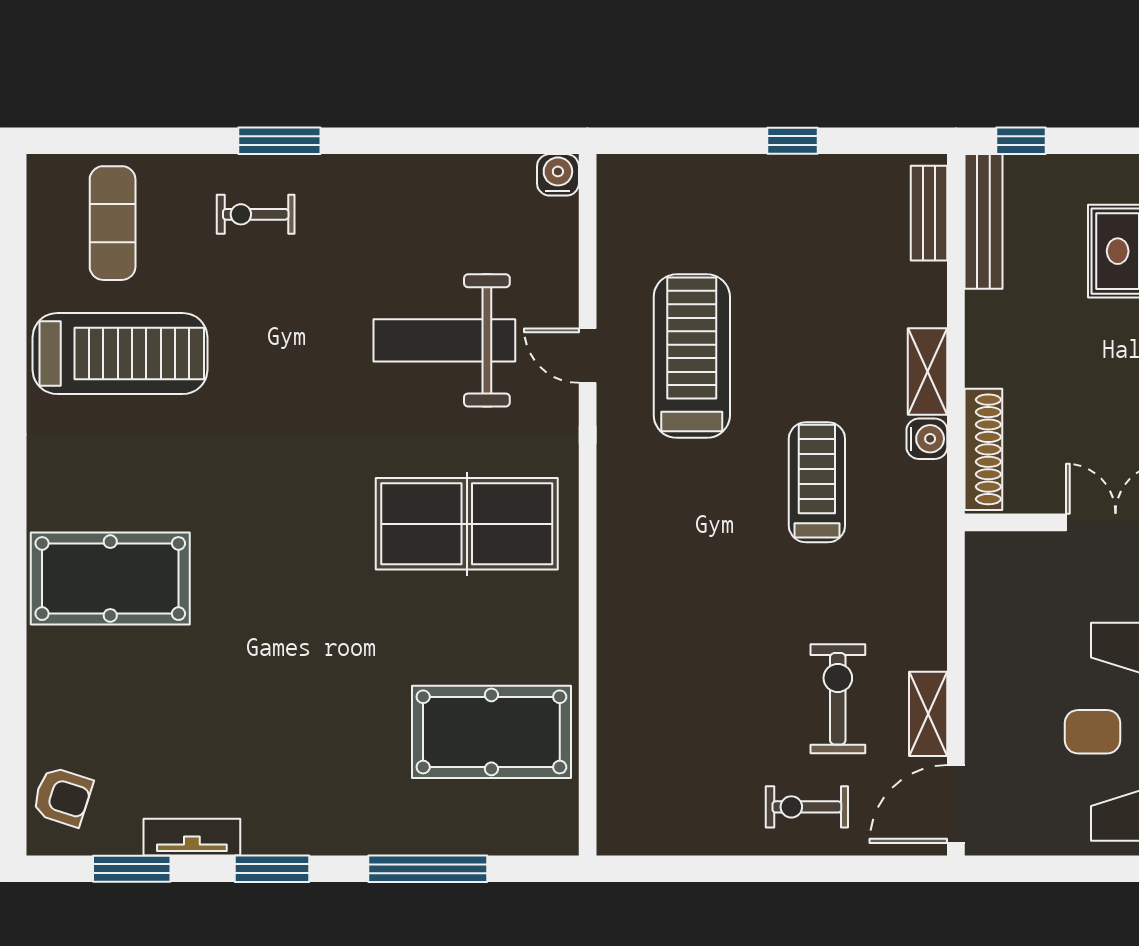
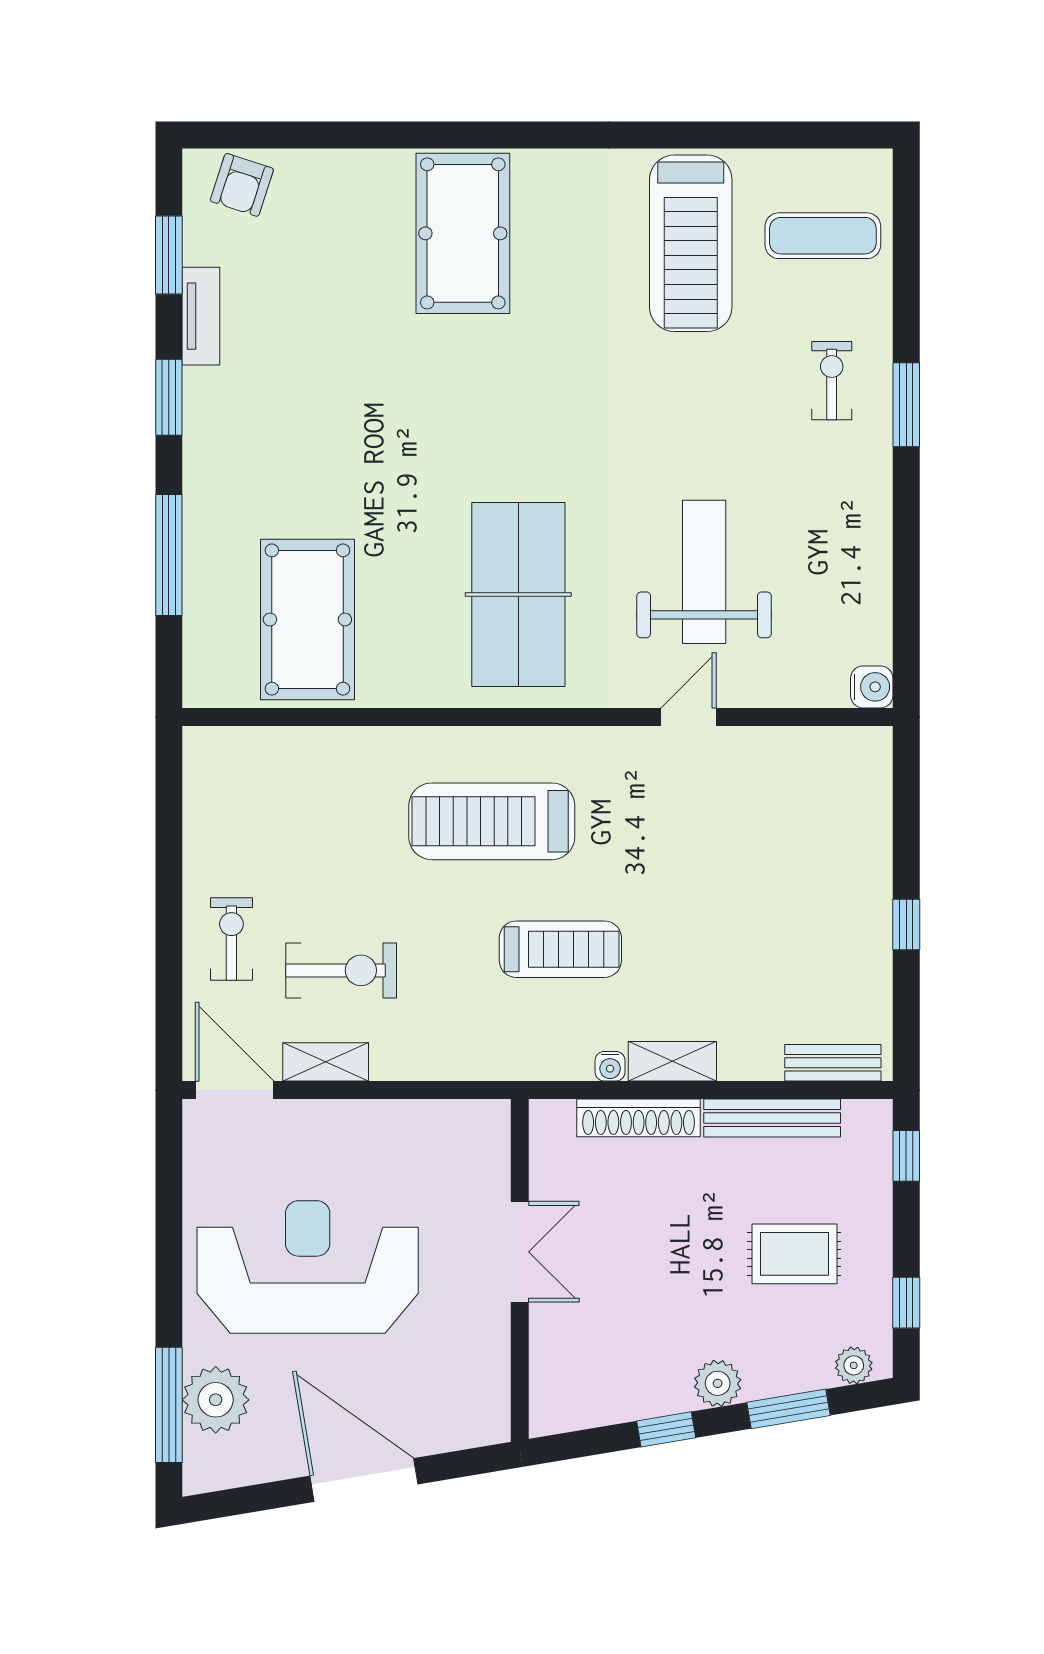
bench: (984, 221) -> (772, 1118), moved
treadmill: (692, 356) -> (492, 821), moved, turned 180
water cooler: (927, 439) -> (610, 1066), width x0.72, depth x0.72
shoe rack: (983, 449) -> (639, 1118), moved

